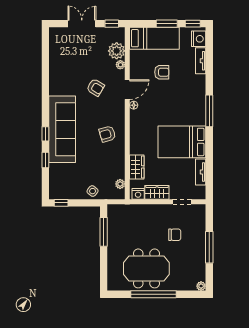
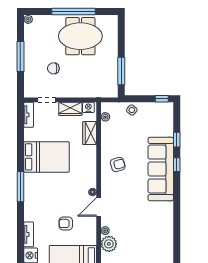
armchair: (95, 87) -> (129, 209), removed
tv unit: (201, 172) -> (29, 115), moved

